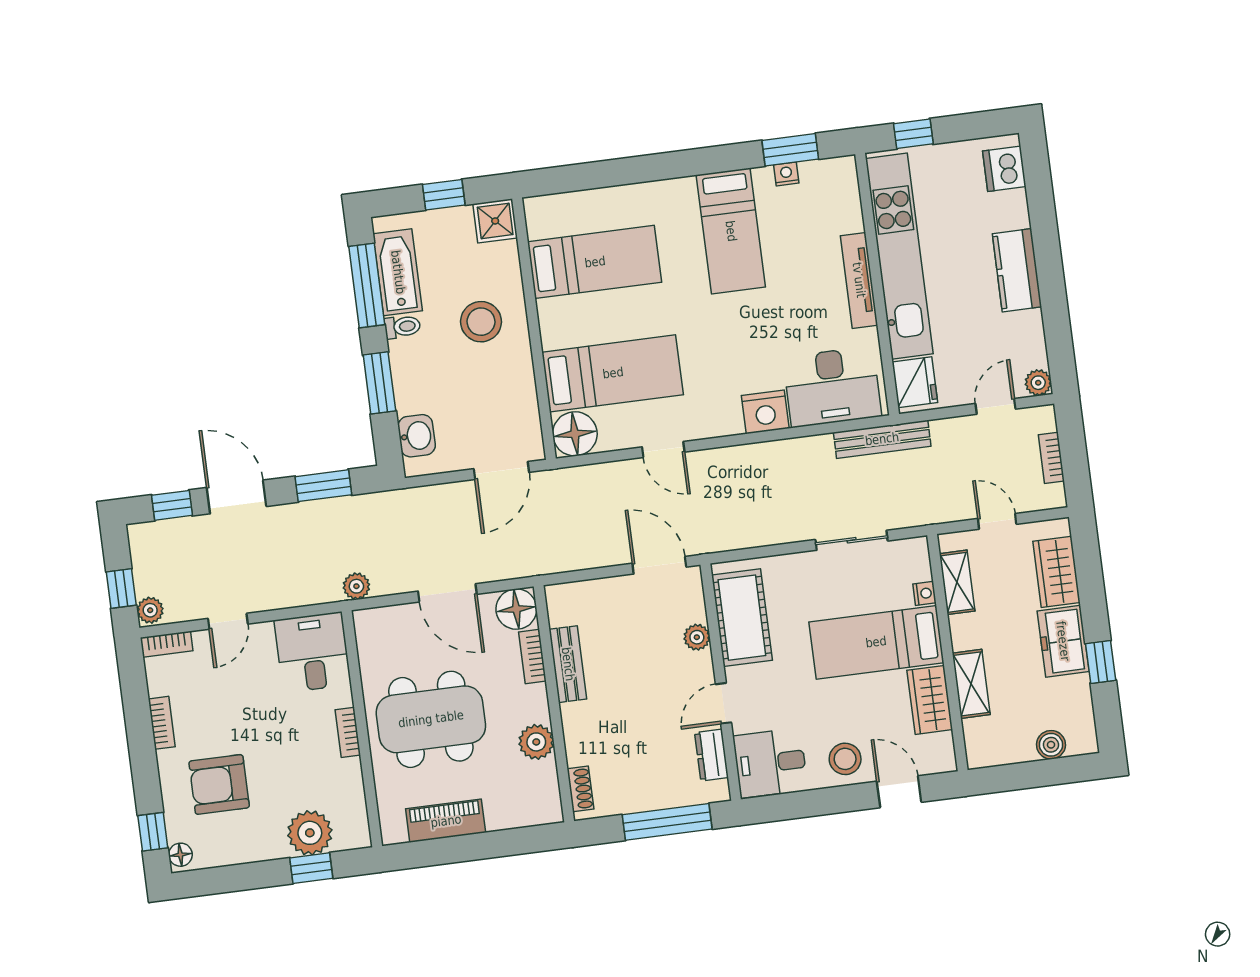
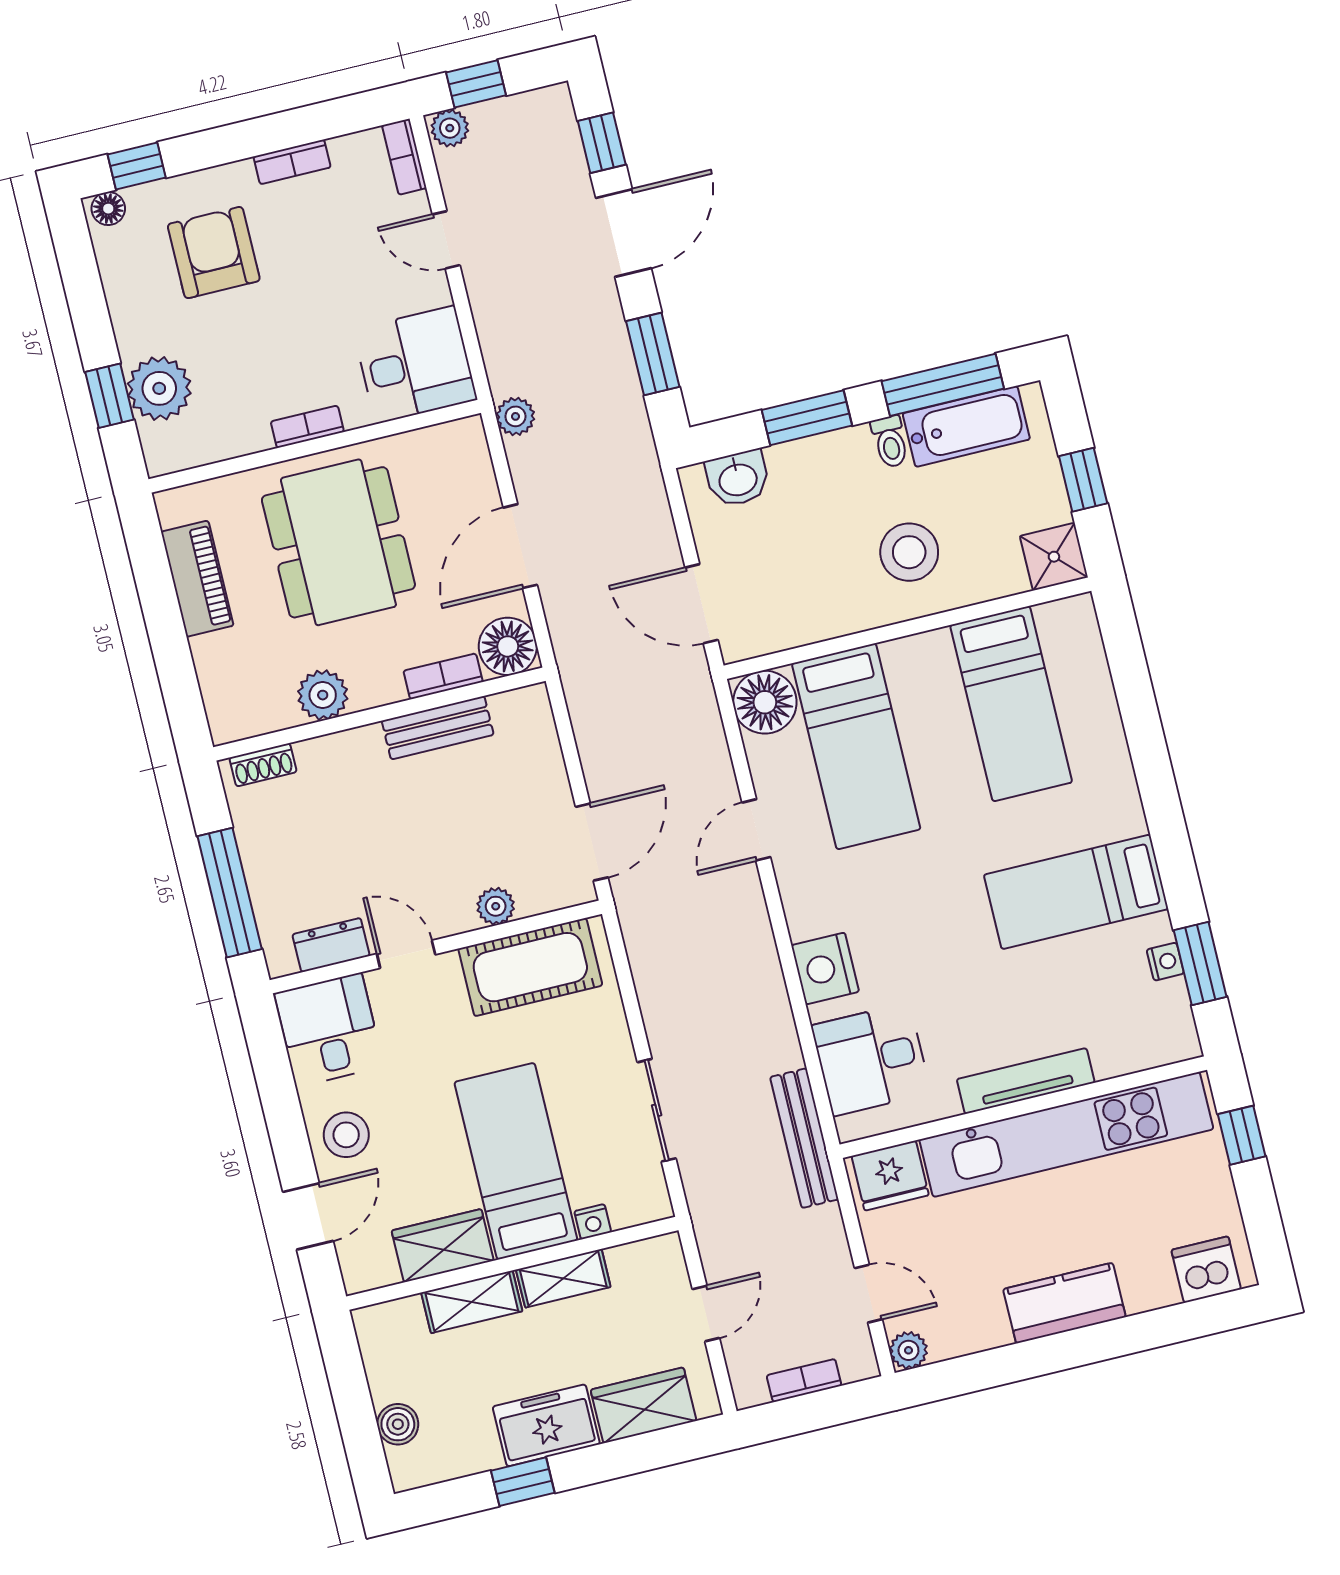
desk: (832, 387) -> (871, 1059), width x0.73
shelving: (957, 582) -> (563, 1278), moved

